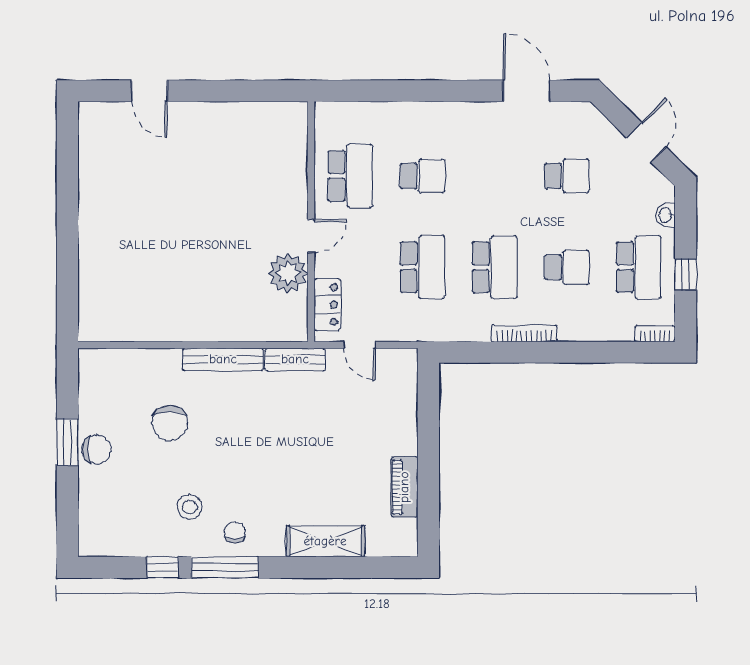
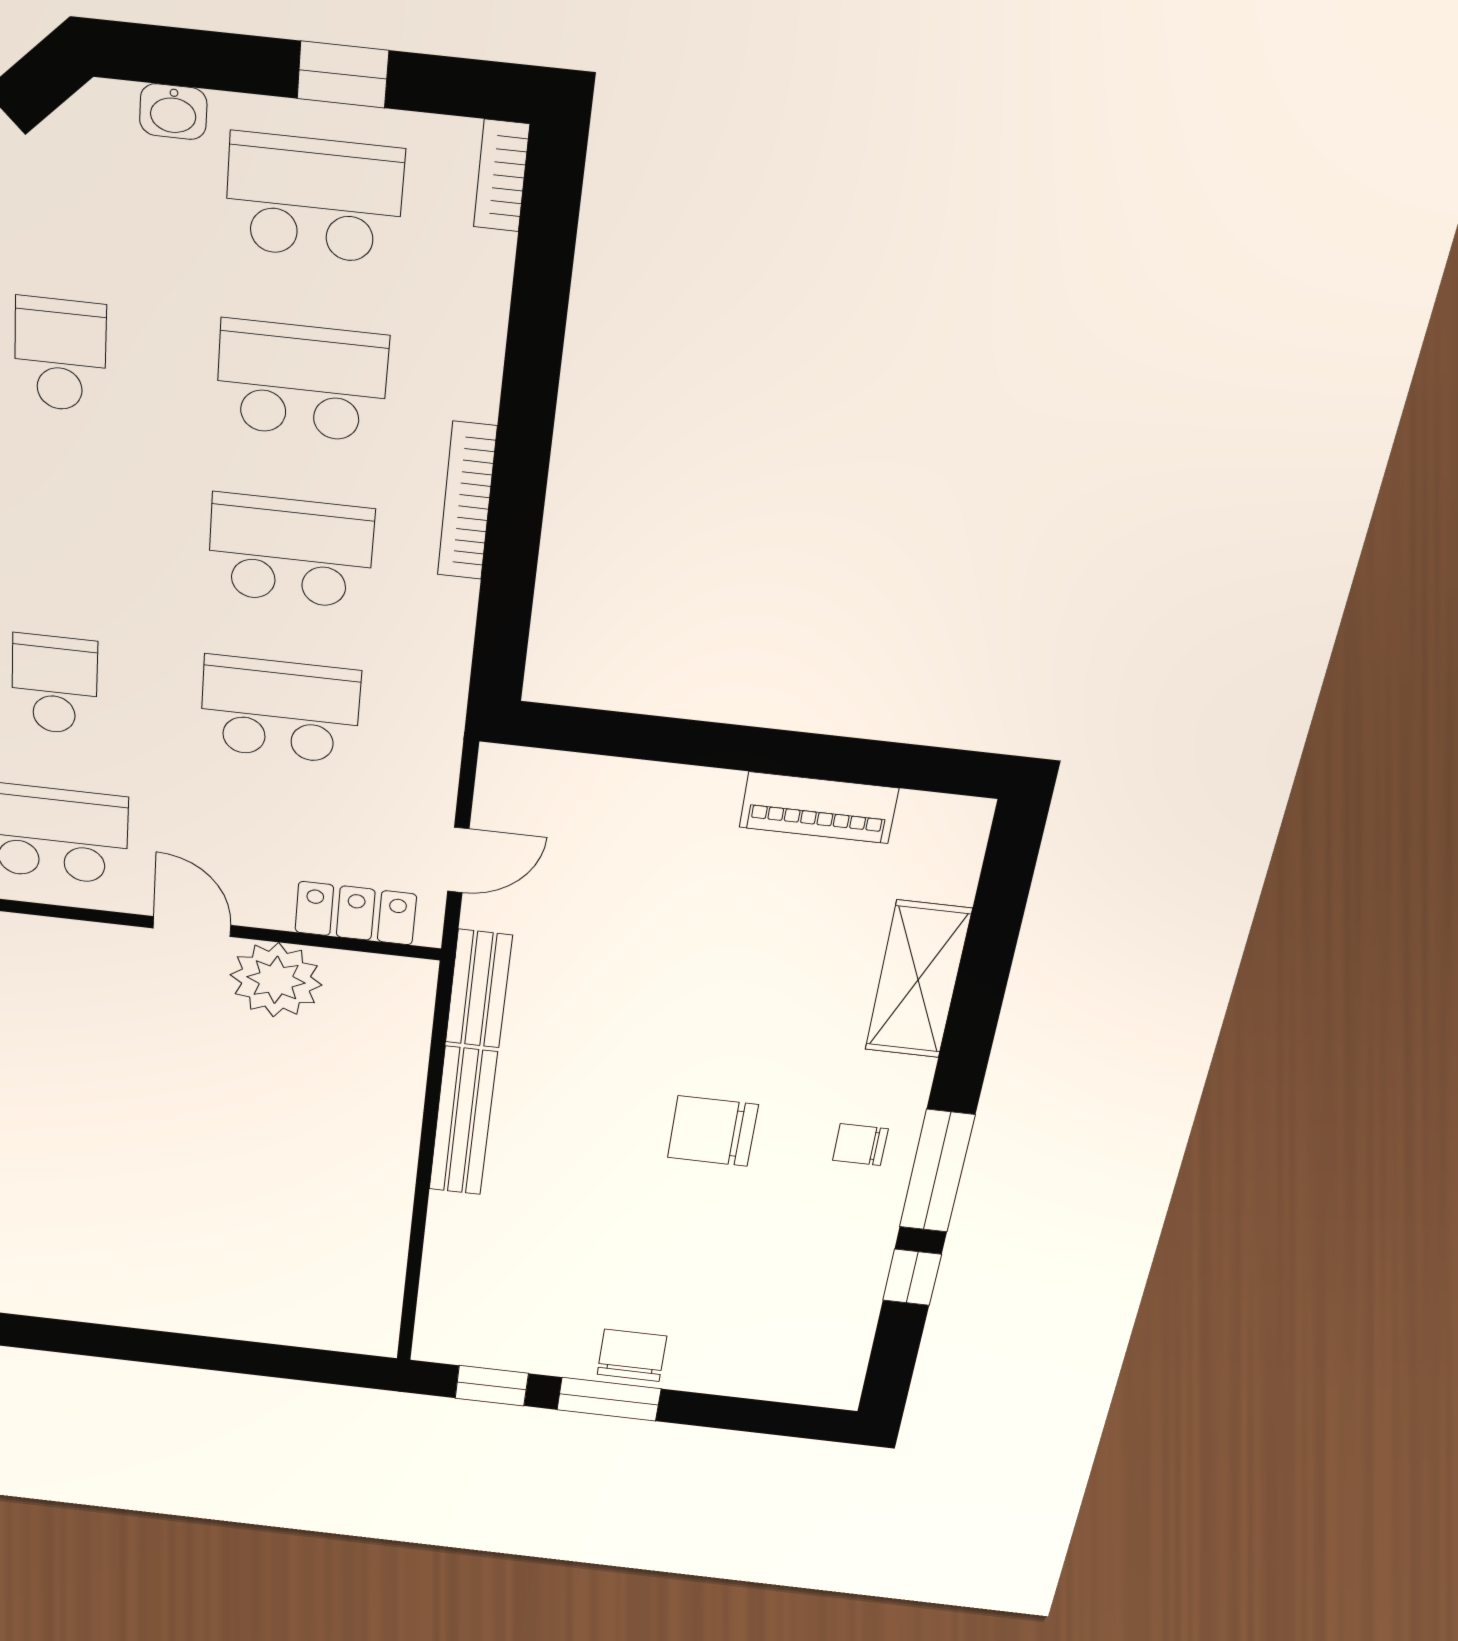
school desk: (567, 267) -> (302, 381), width x1.85
window: (67, 387) -> (492, 1386), added
chair: (170, 423) -> (713, 1131), moved, turned 180
stool: (190, 507) -> (787, 1217), removed

